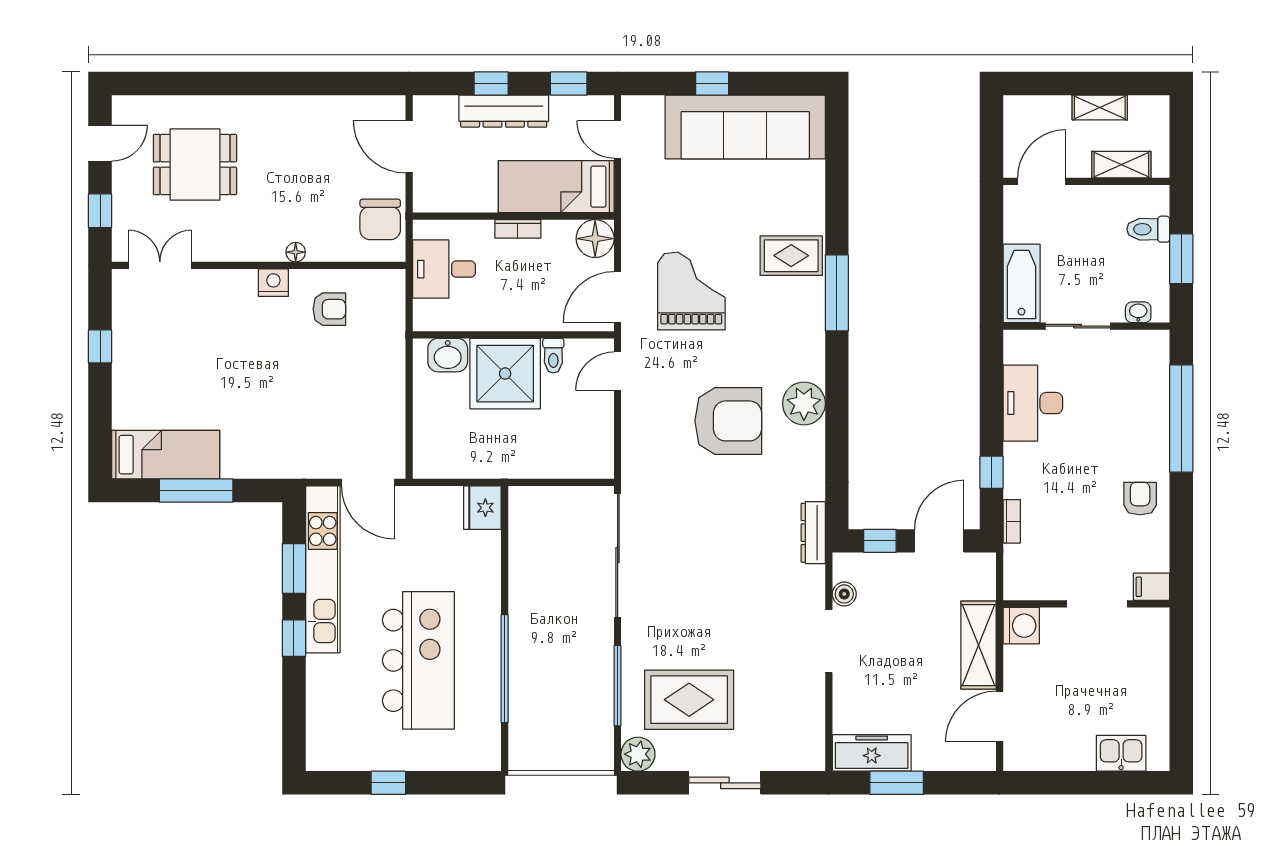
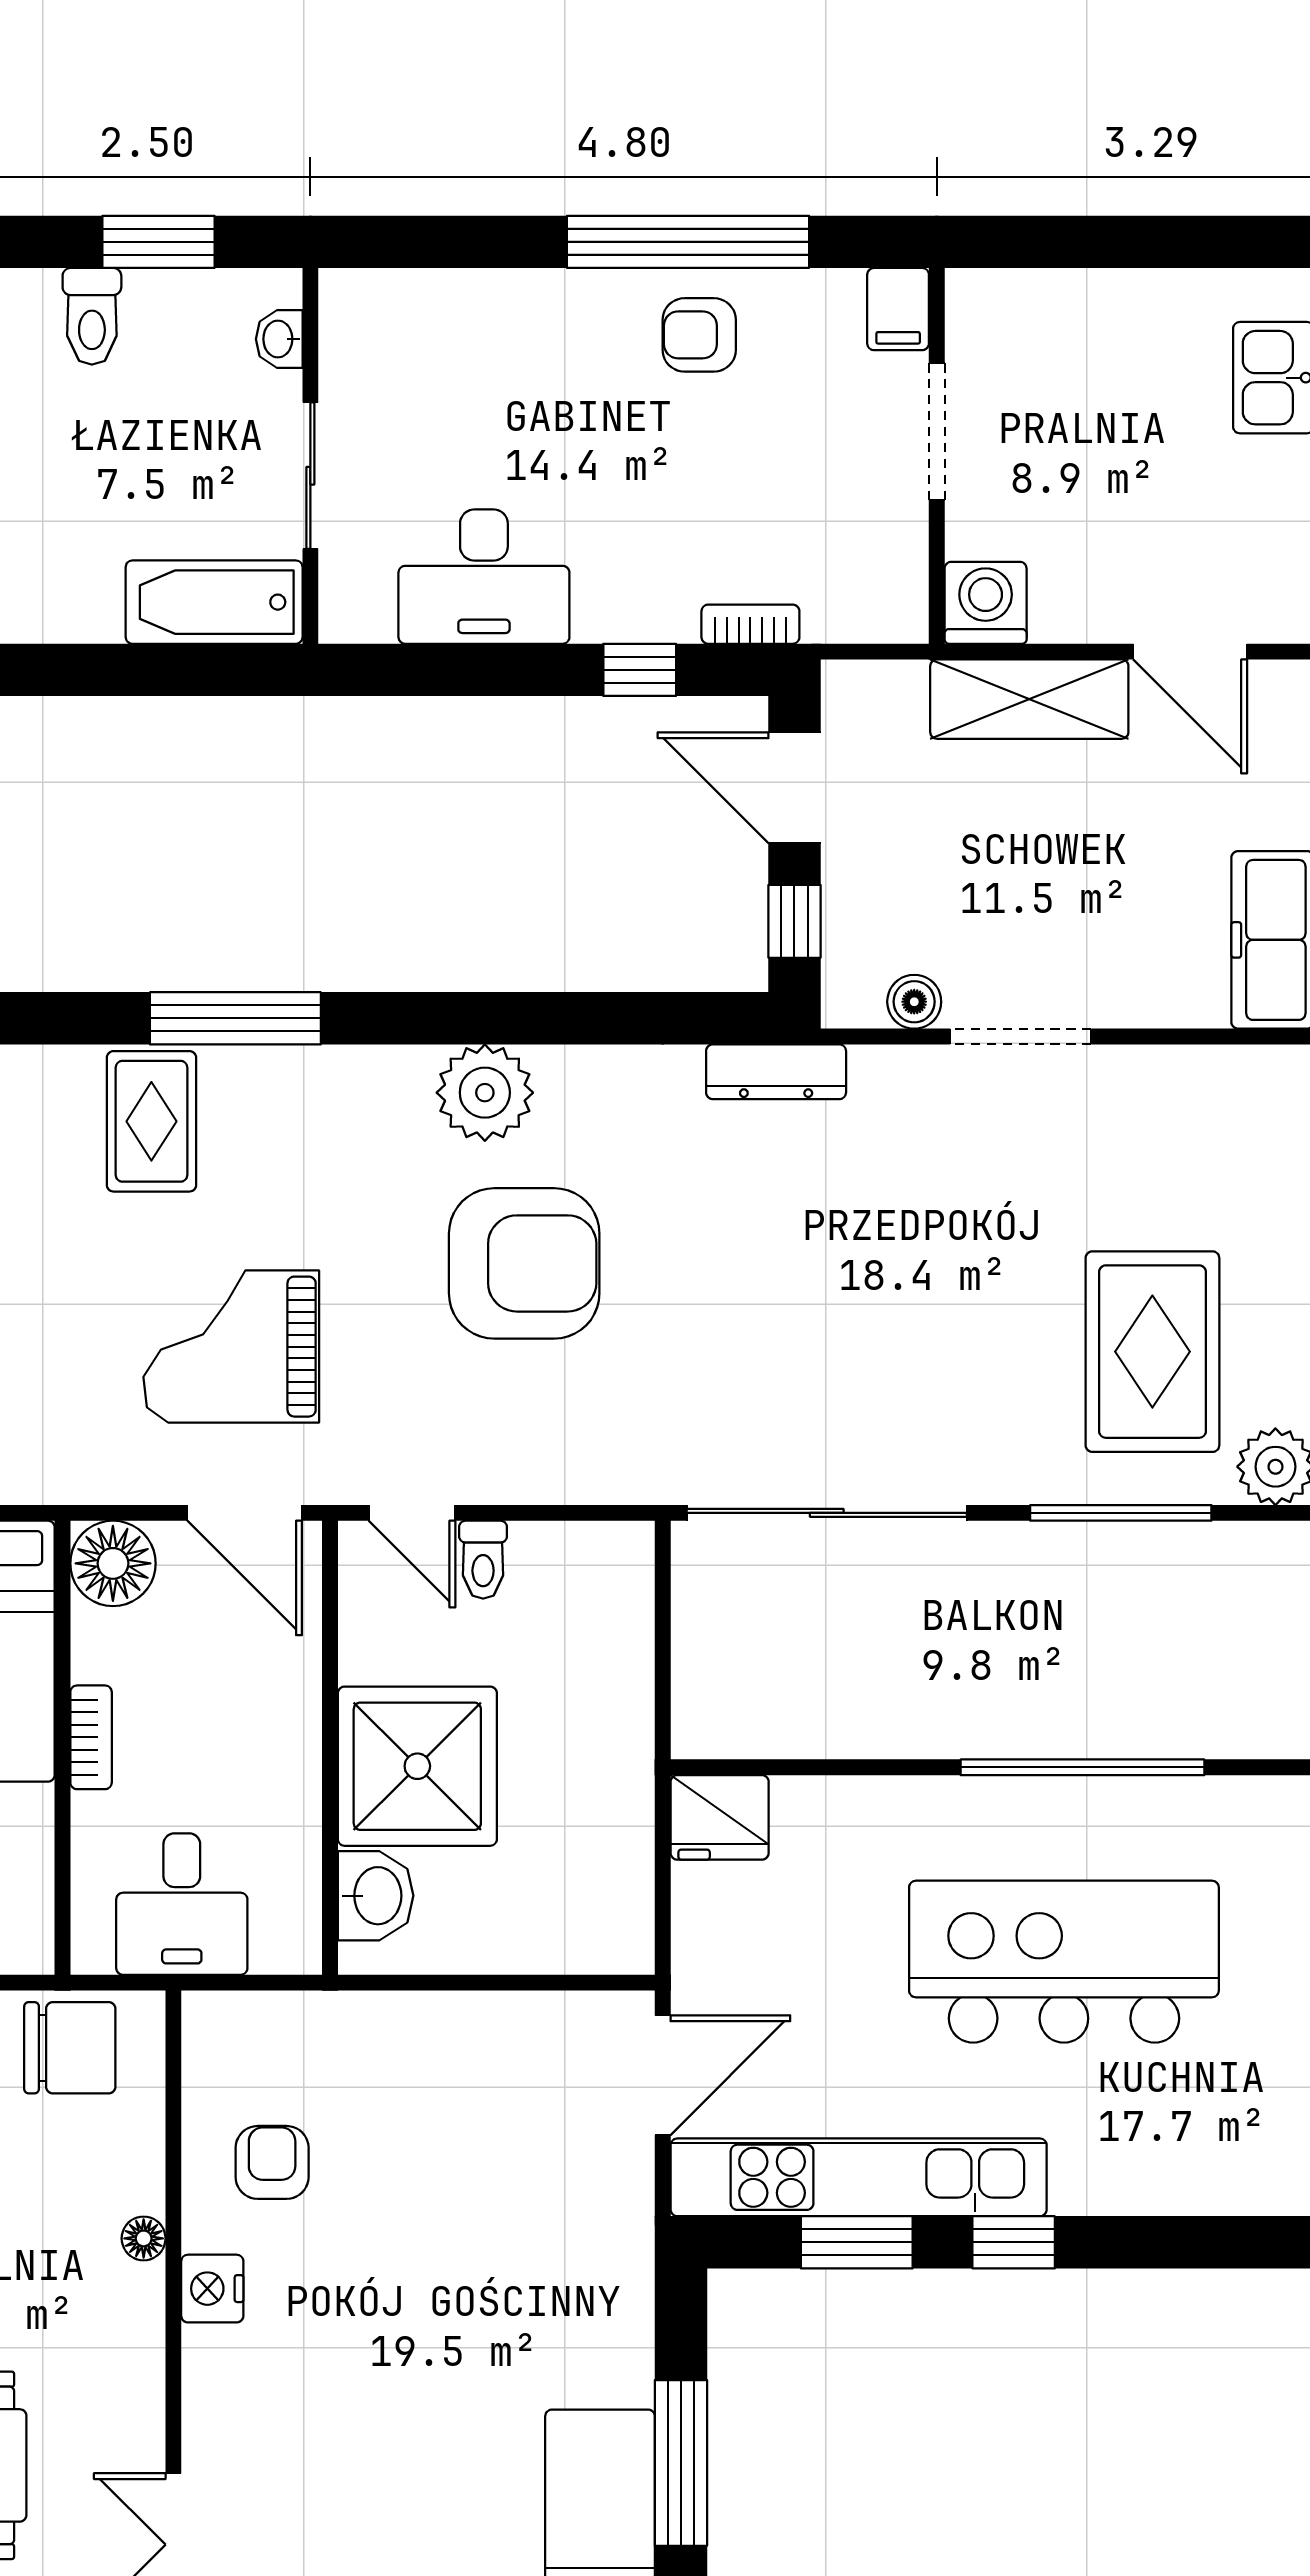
toilet: (553, 356) -> (483, 1560), moved, turned 90
window: (1181, 419) -> (688, 242), moved
armchair: (728, 421) -> (524, 1263), turned 90

